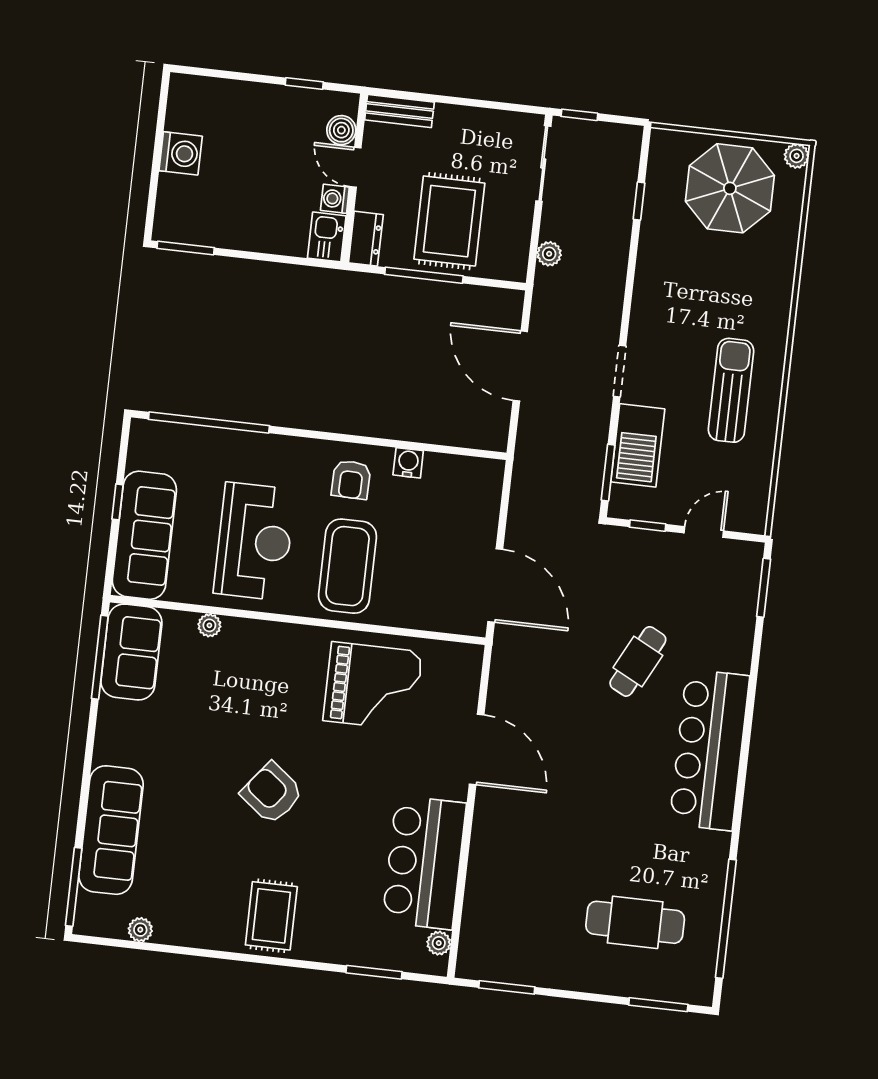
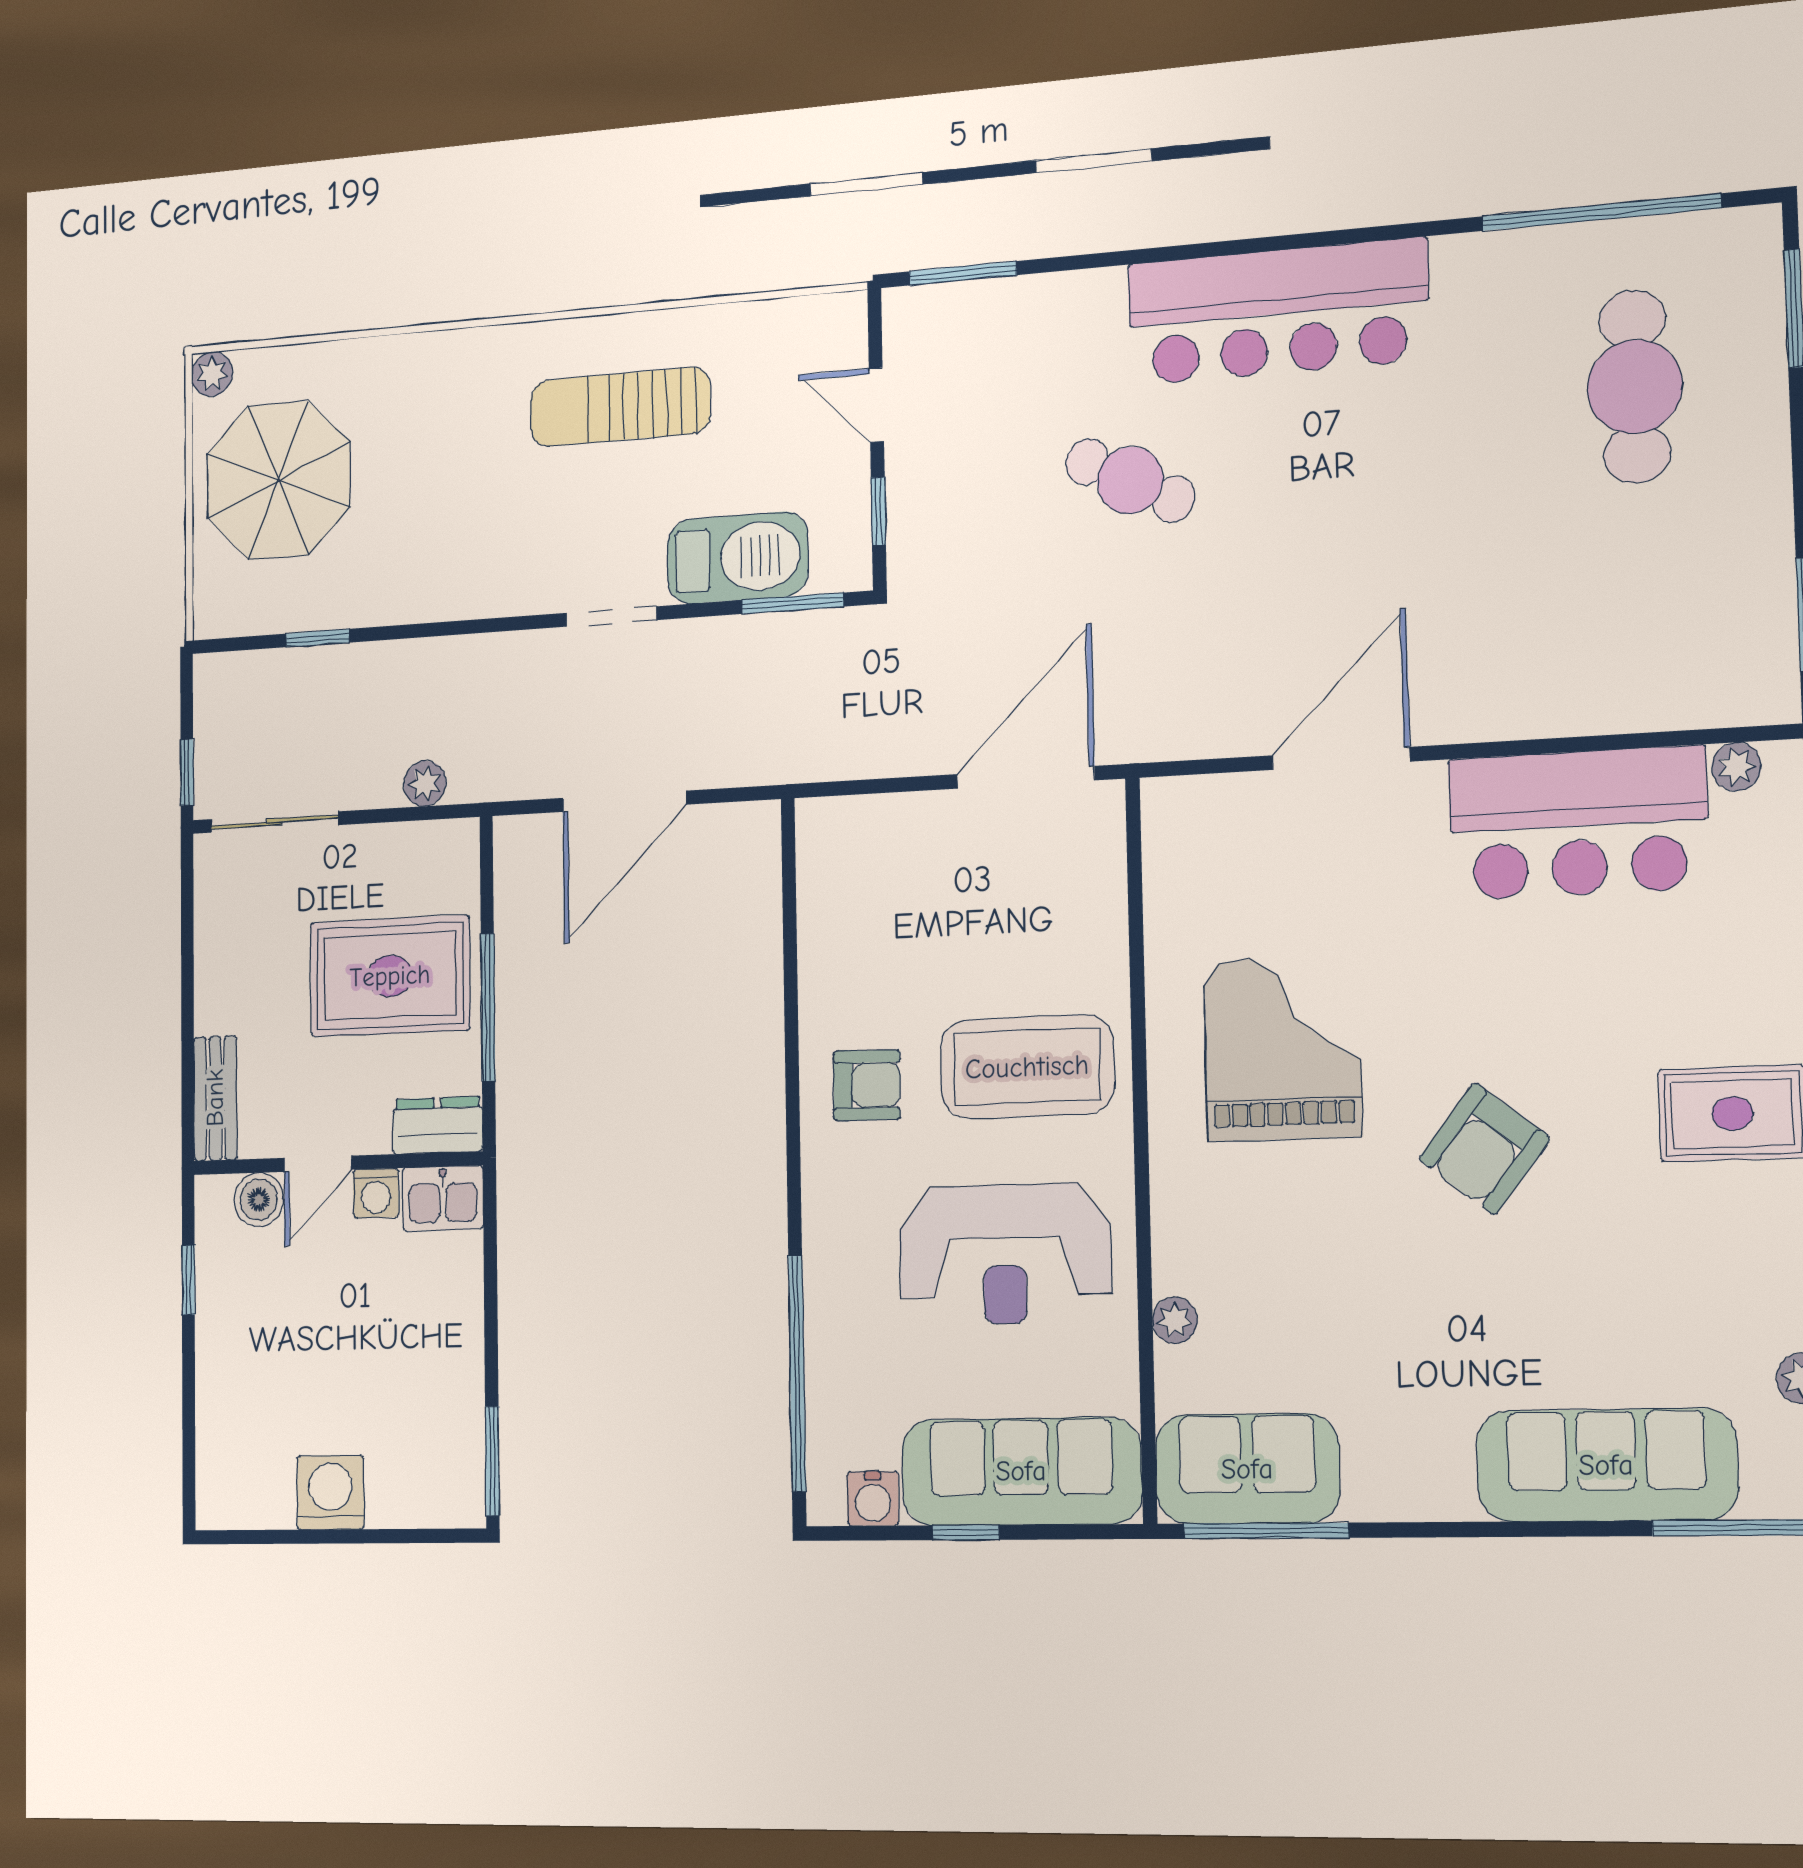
water cooler: (408, 463) -> (873, 1499), moved, turned -90
reception desk: (254, 541) -> (1005, 1254), turned 180
grand piano: (373, 686) -> (1282, 1048), moved

